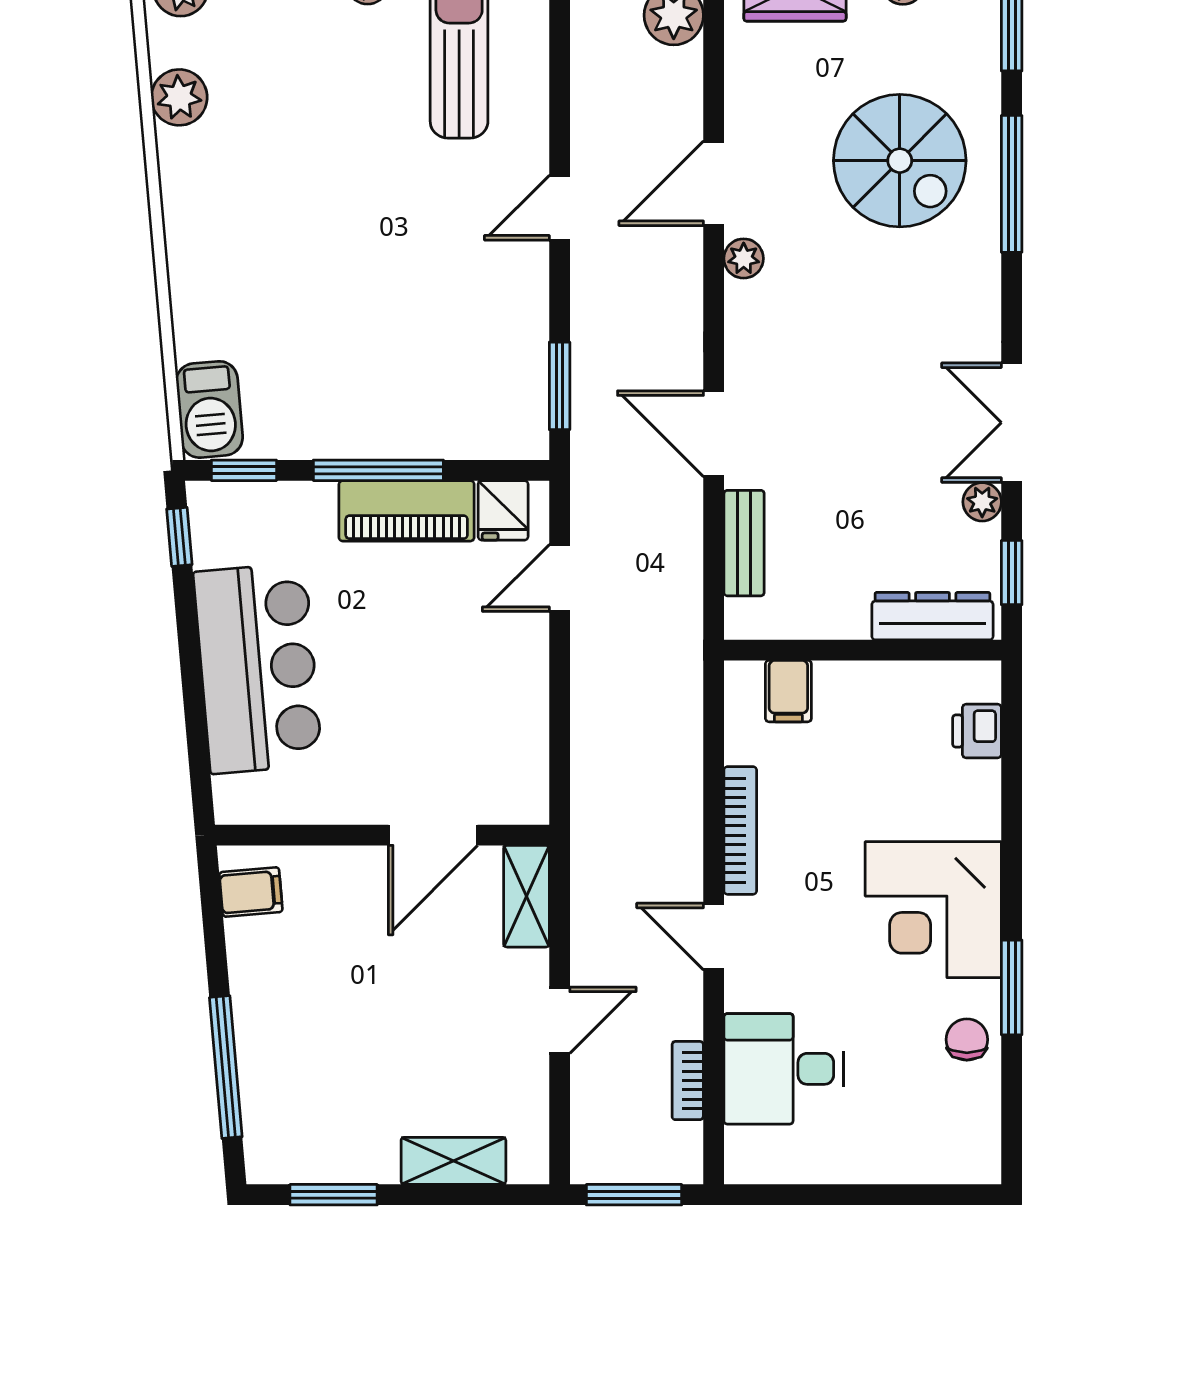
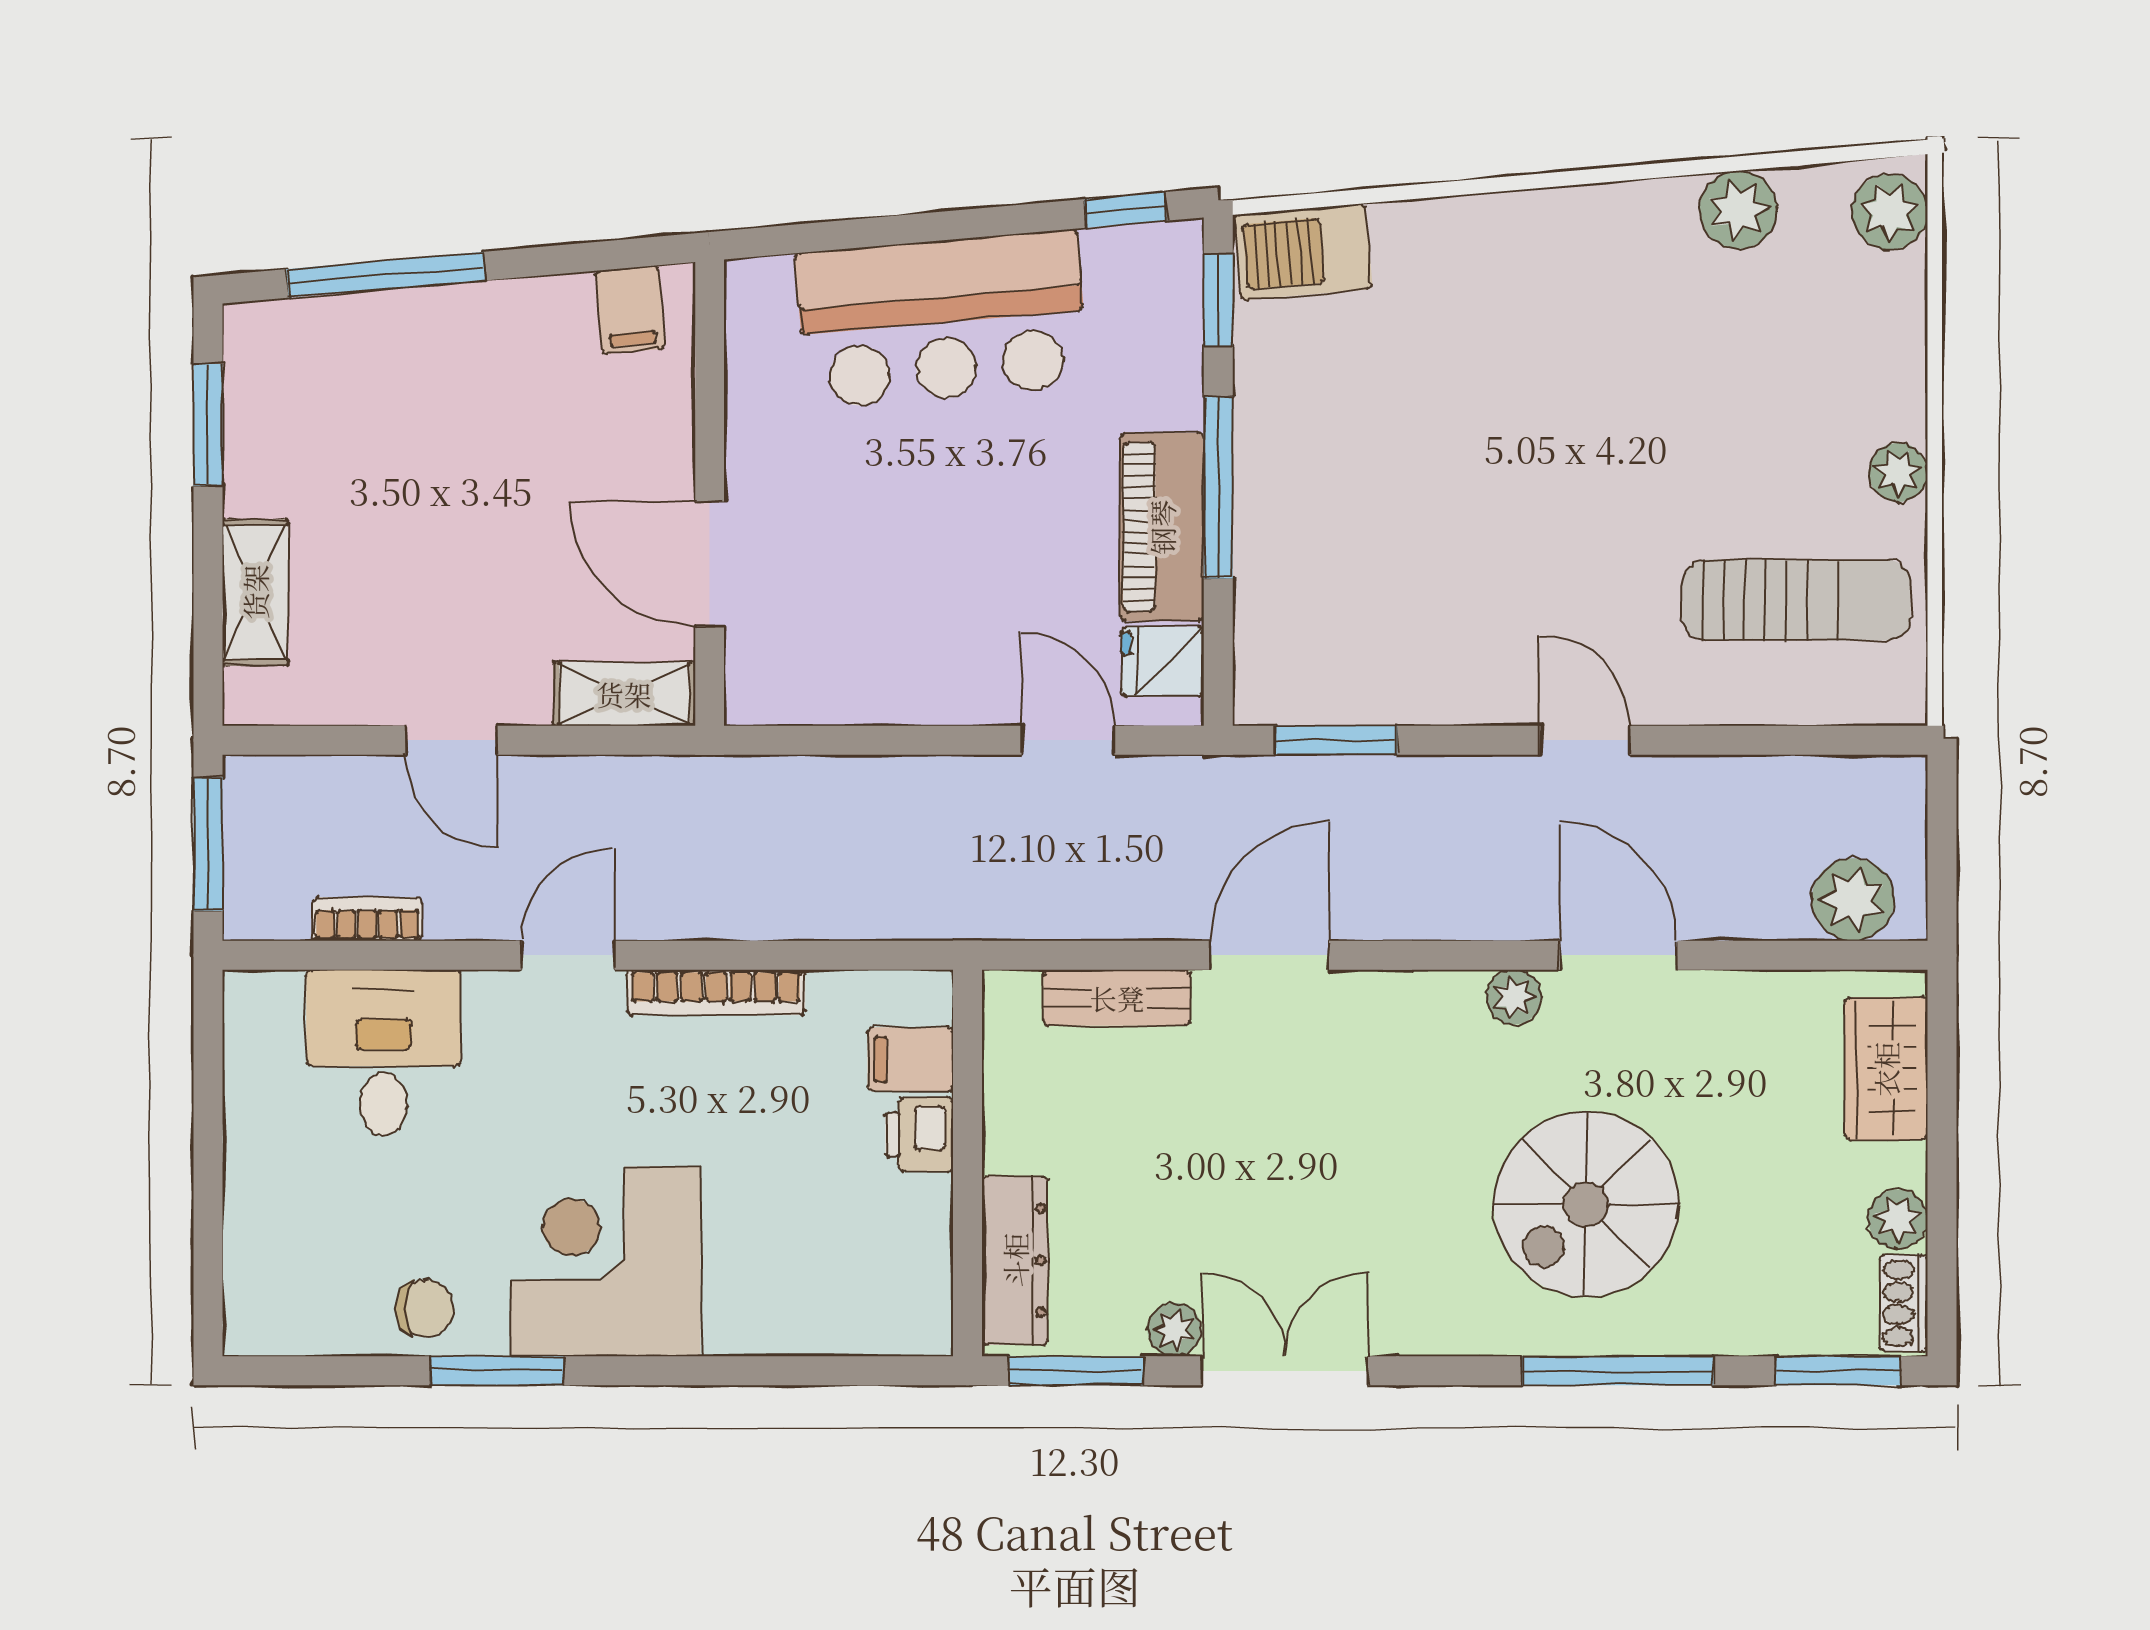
spiral stairs: (900, 161) -> (1586, 1204), moved
window: (1012, 573) -> (1076, 1371), width x1.50
printer: (977, 731) -> (919, 1135), moved, turned -90

